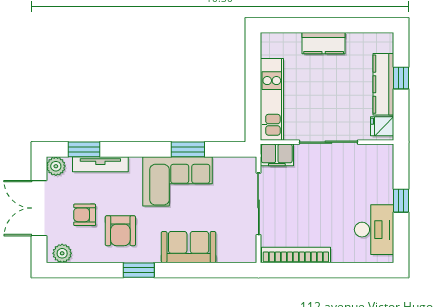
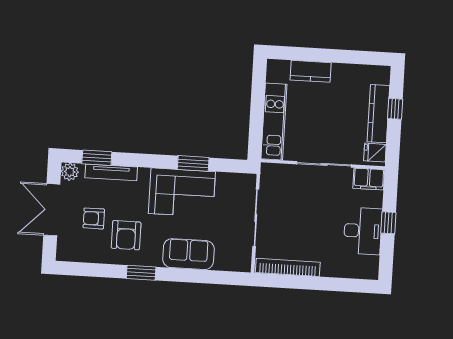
kitchen counter: (324, 43) -> (311, 71), moved
filing cabinet: (277, 155) -> (369, 179), moved
desk: (374, 230) -> (363, 231), moved
plant: (62, 253) -> (71, 253), removed

